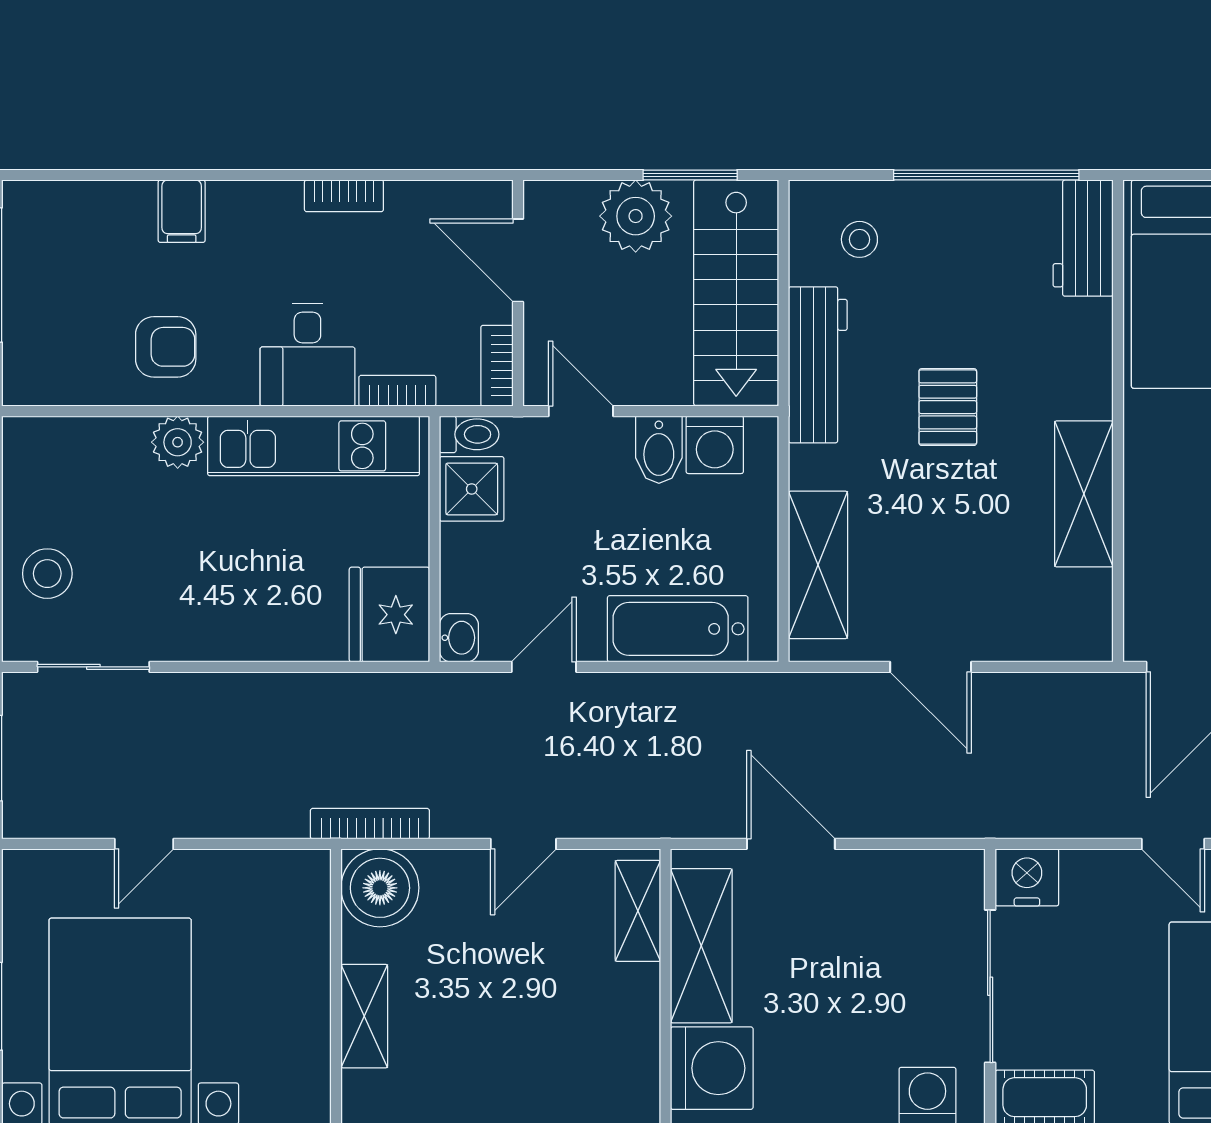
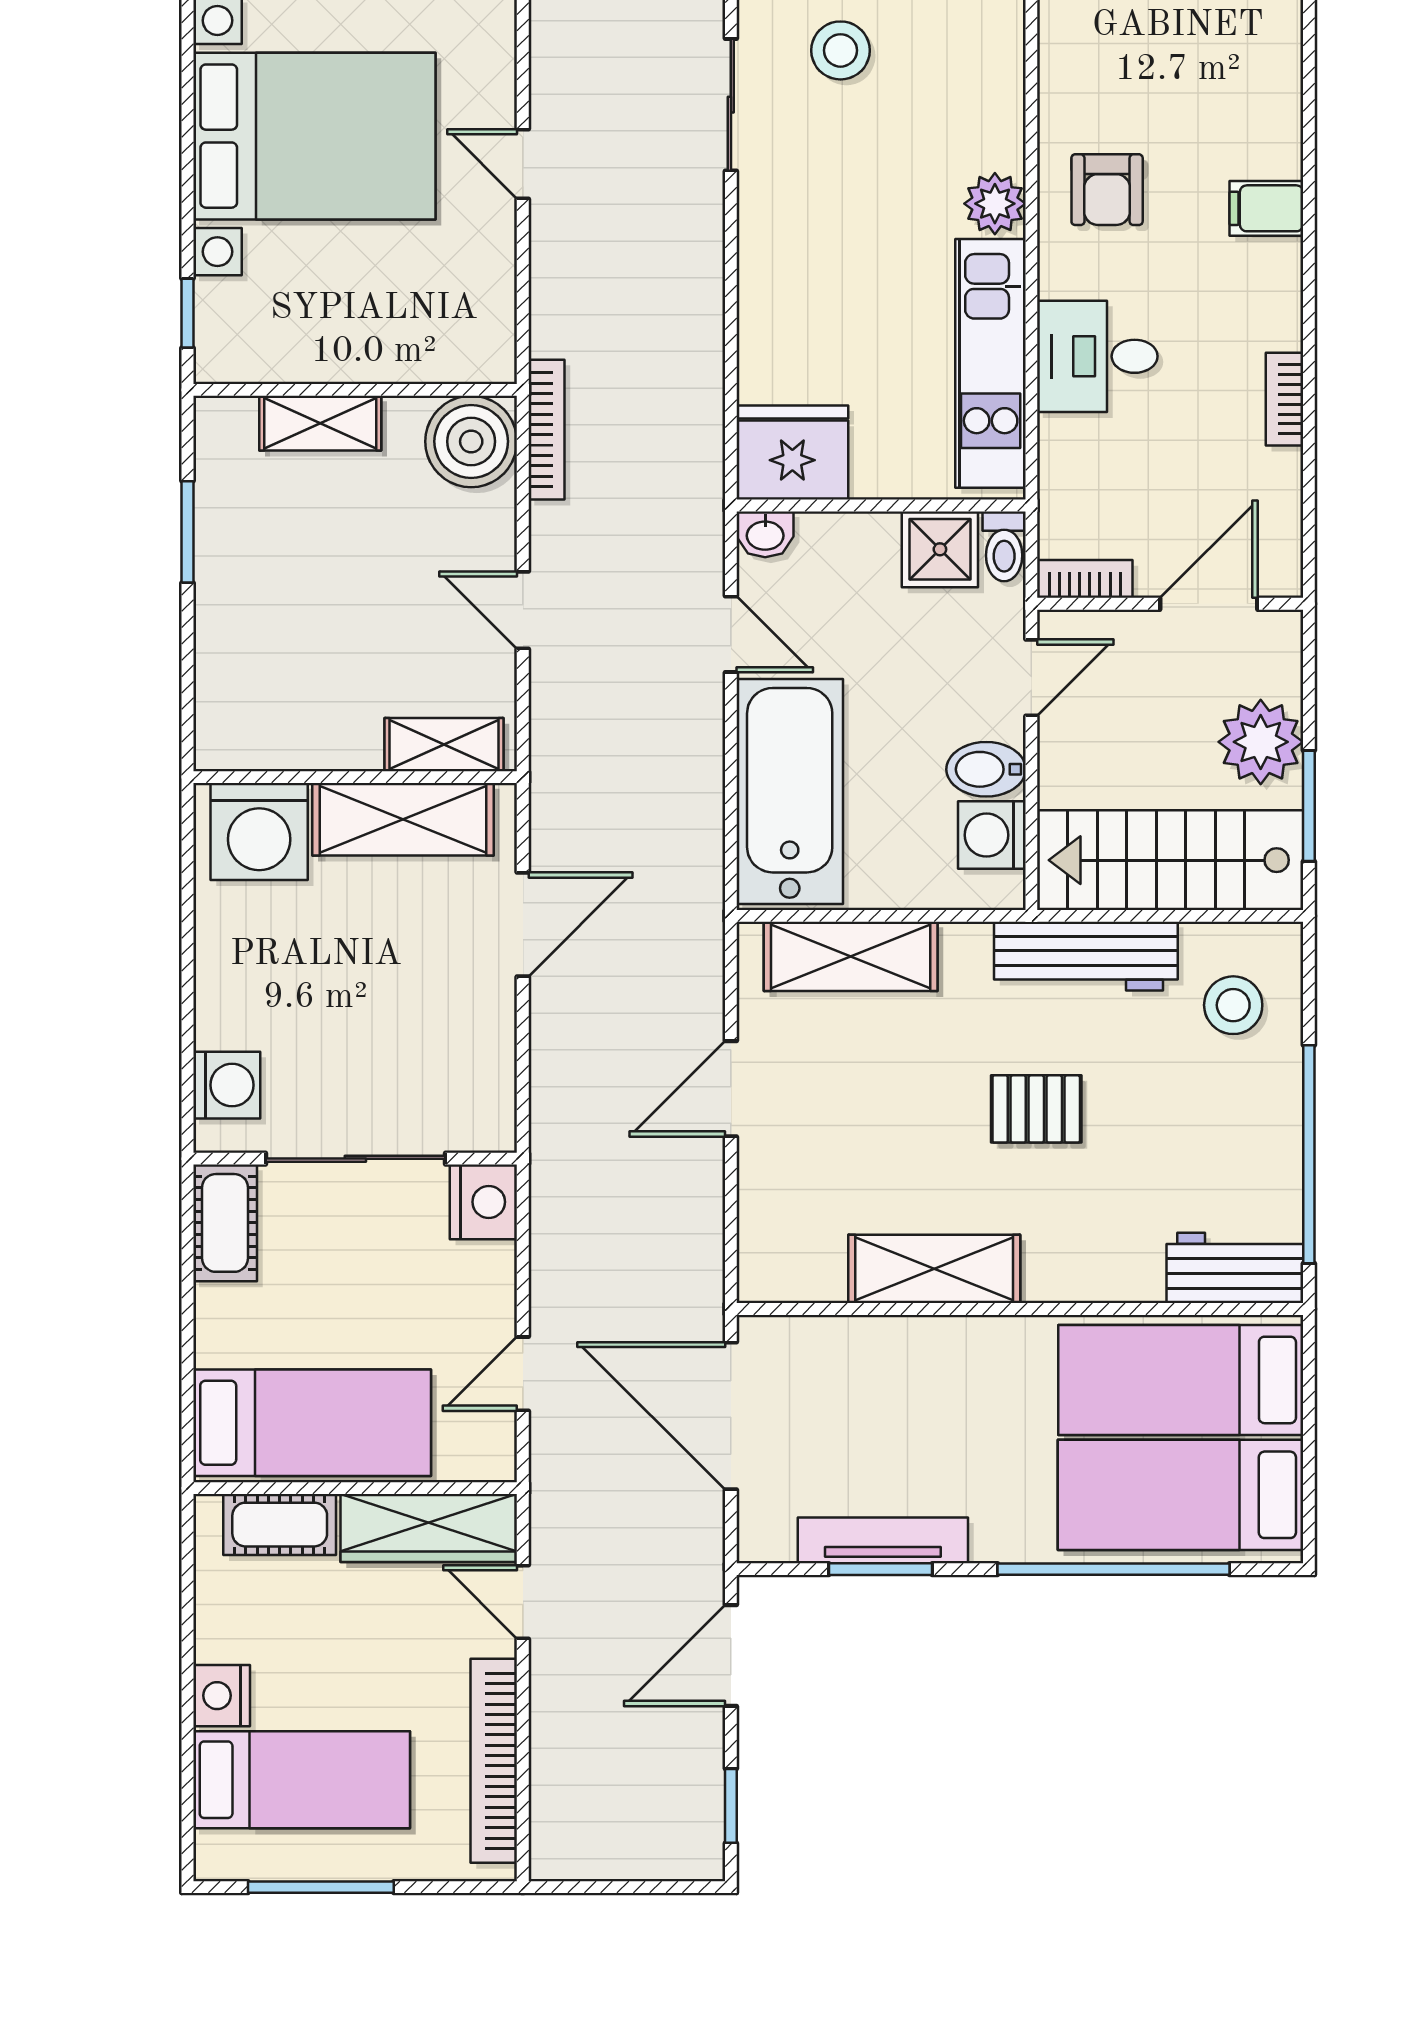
stool: (859, 239) -> (1233, 1005), width x1.37, depth x1.37
bookcase: (397, 391) -> (1055, 462), removed
bathtub: (678, 629) -> (790, 791), width x1.36, depth x1.36

